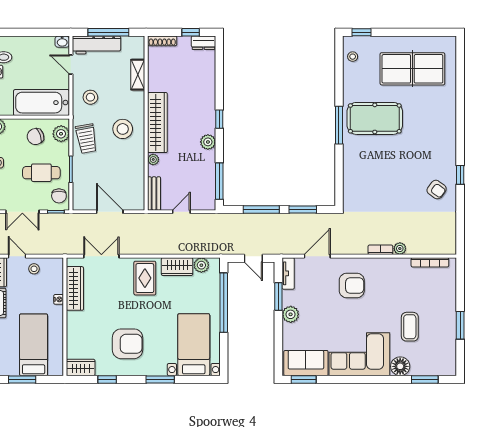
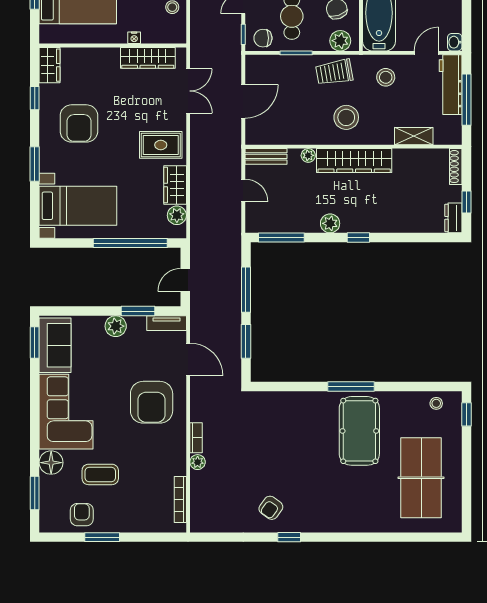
armchair: (352, 285) -> (152, 402), width x1.36, depth x1.36
armchair: (442, 342) -> (82, 515), added

